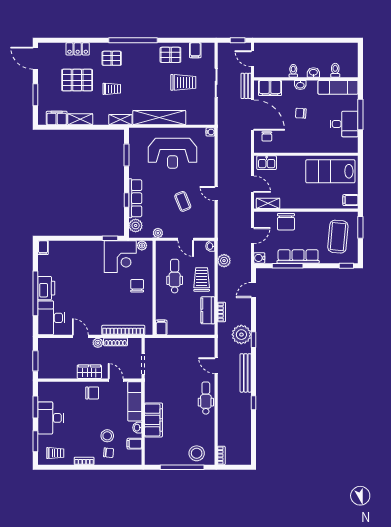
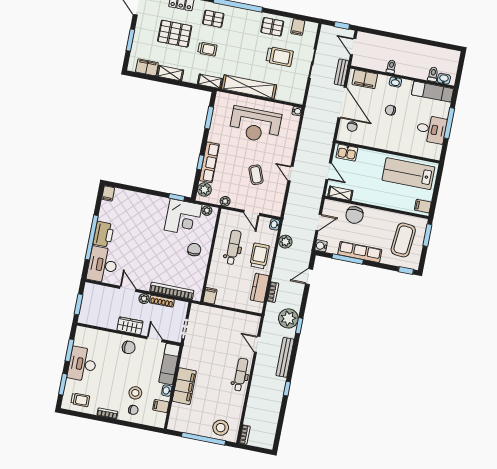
washbasin: (313, 73) -> (444, 79), moved

